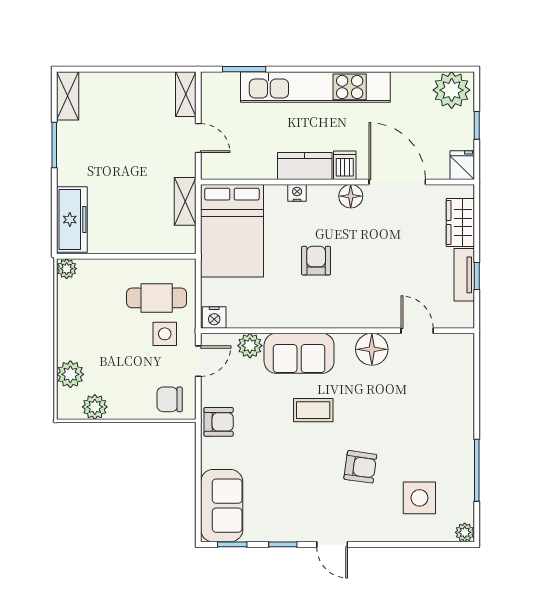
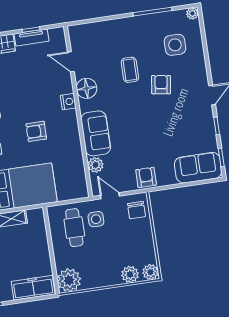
plant: (67, 269) -> (69, 280), width x1.87, depth x1.87
nightstand: (214, 317) -> (68, 102), moved
door: (417, 331) -> (71, 62), hinge flipped
plant: (95, 407) -> (150, 272), moved
coffee table: (313, 410) -> (130, 70), moved

